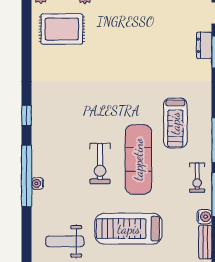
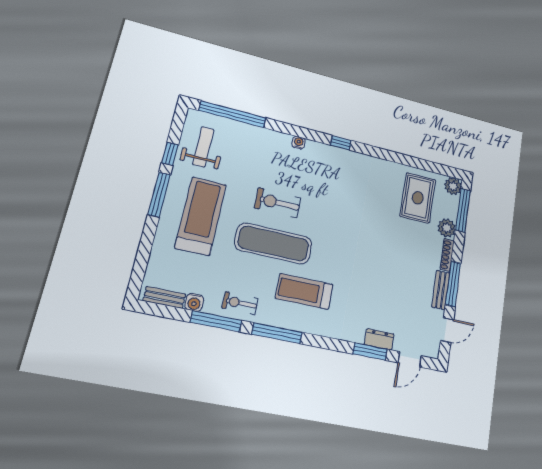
window: (27, 176) -> (233, 114), moved
water cooler: (37, 183) -> (299, 143), moved

